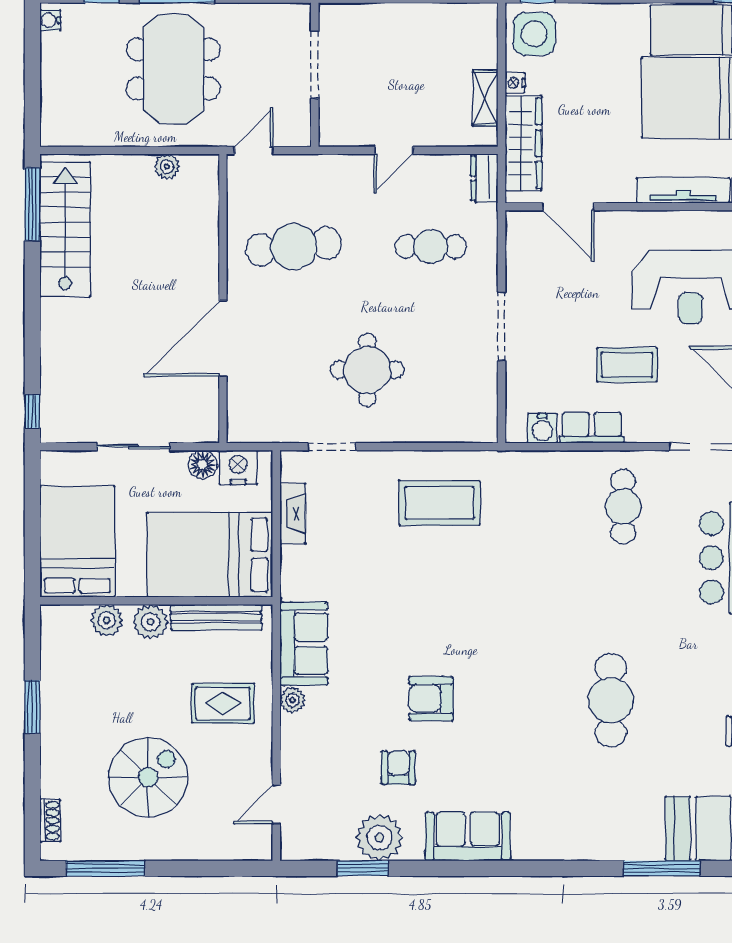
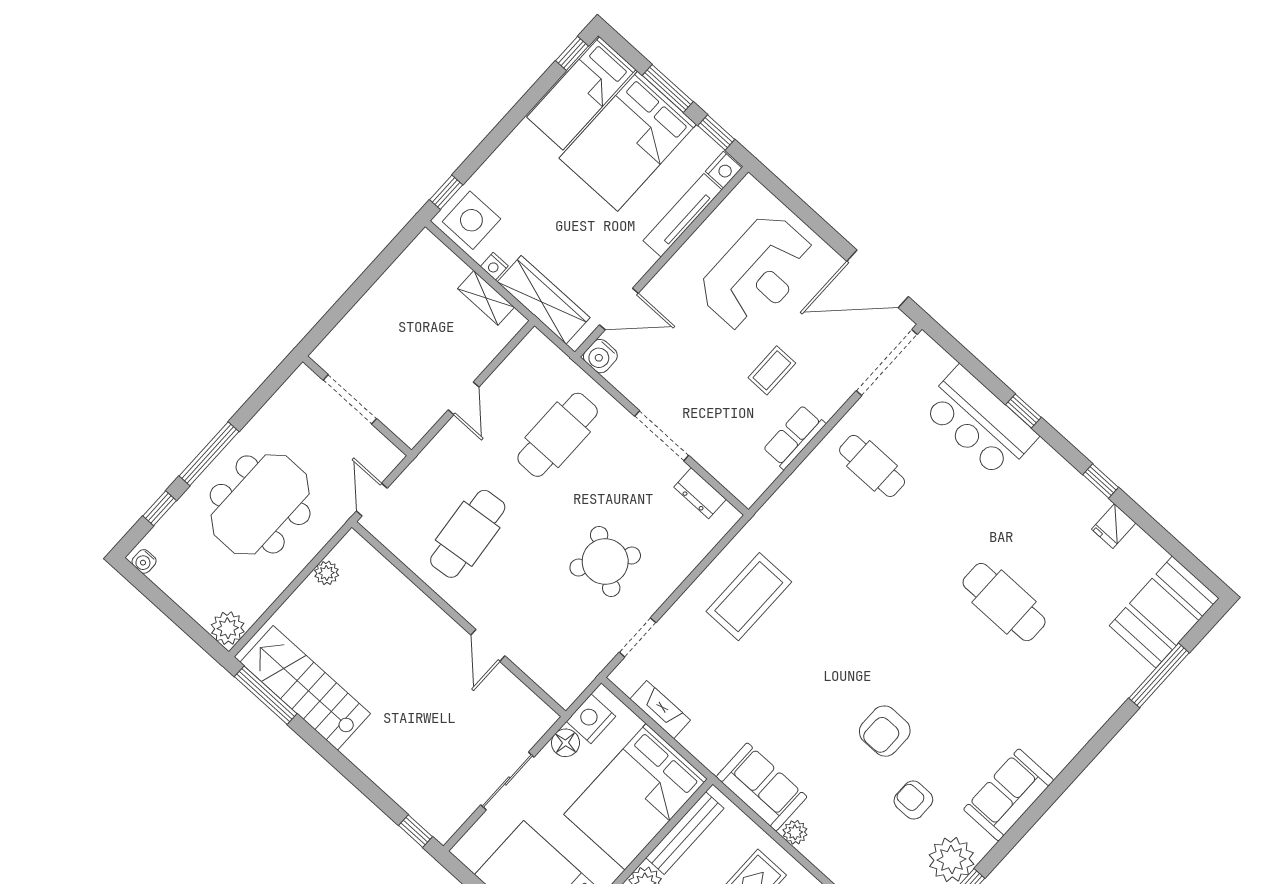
meeting table: (173, 69) -> (260, 504), turned 90
plant: (57, 129) -> (228, 628), added
dresser: (484, 178) -> (700, 493), moved
cafe table: (431, 247) -> (558, 435), width x1.37, depth x1.35
door: (223, 339) -> (488, 645), width x0.53
coffee table: (627, 365) -> (772, 370), width x0.73, depth x0.77
round table: (367, 370) -> (605, 561), turned 35
water cooler: (542, 428) -> (600, 356), moved, turned 90

